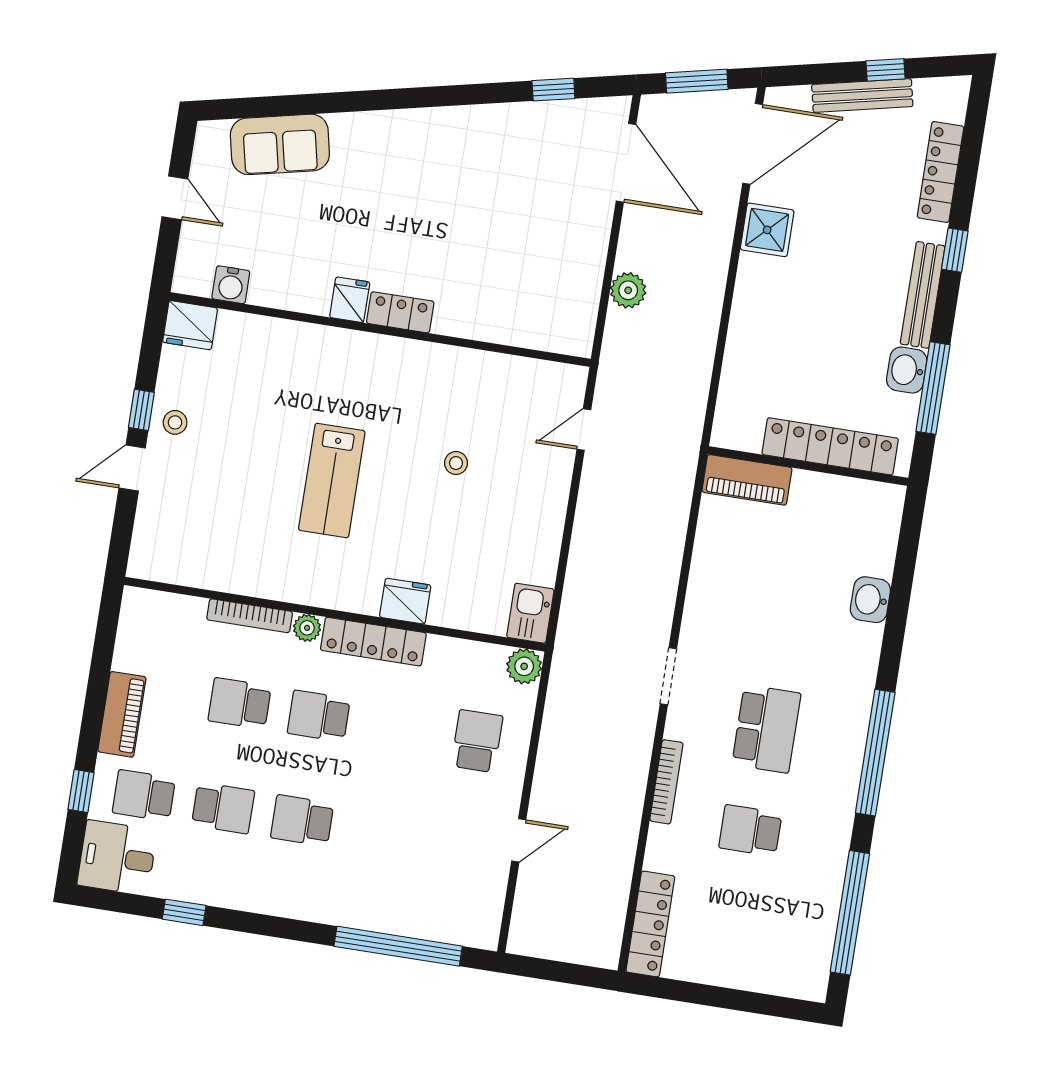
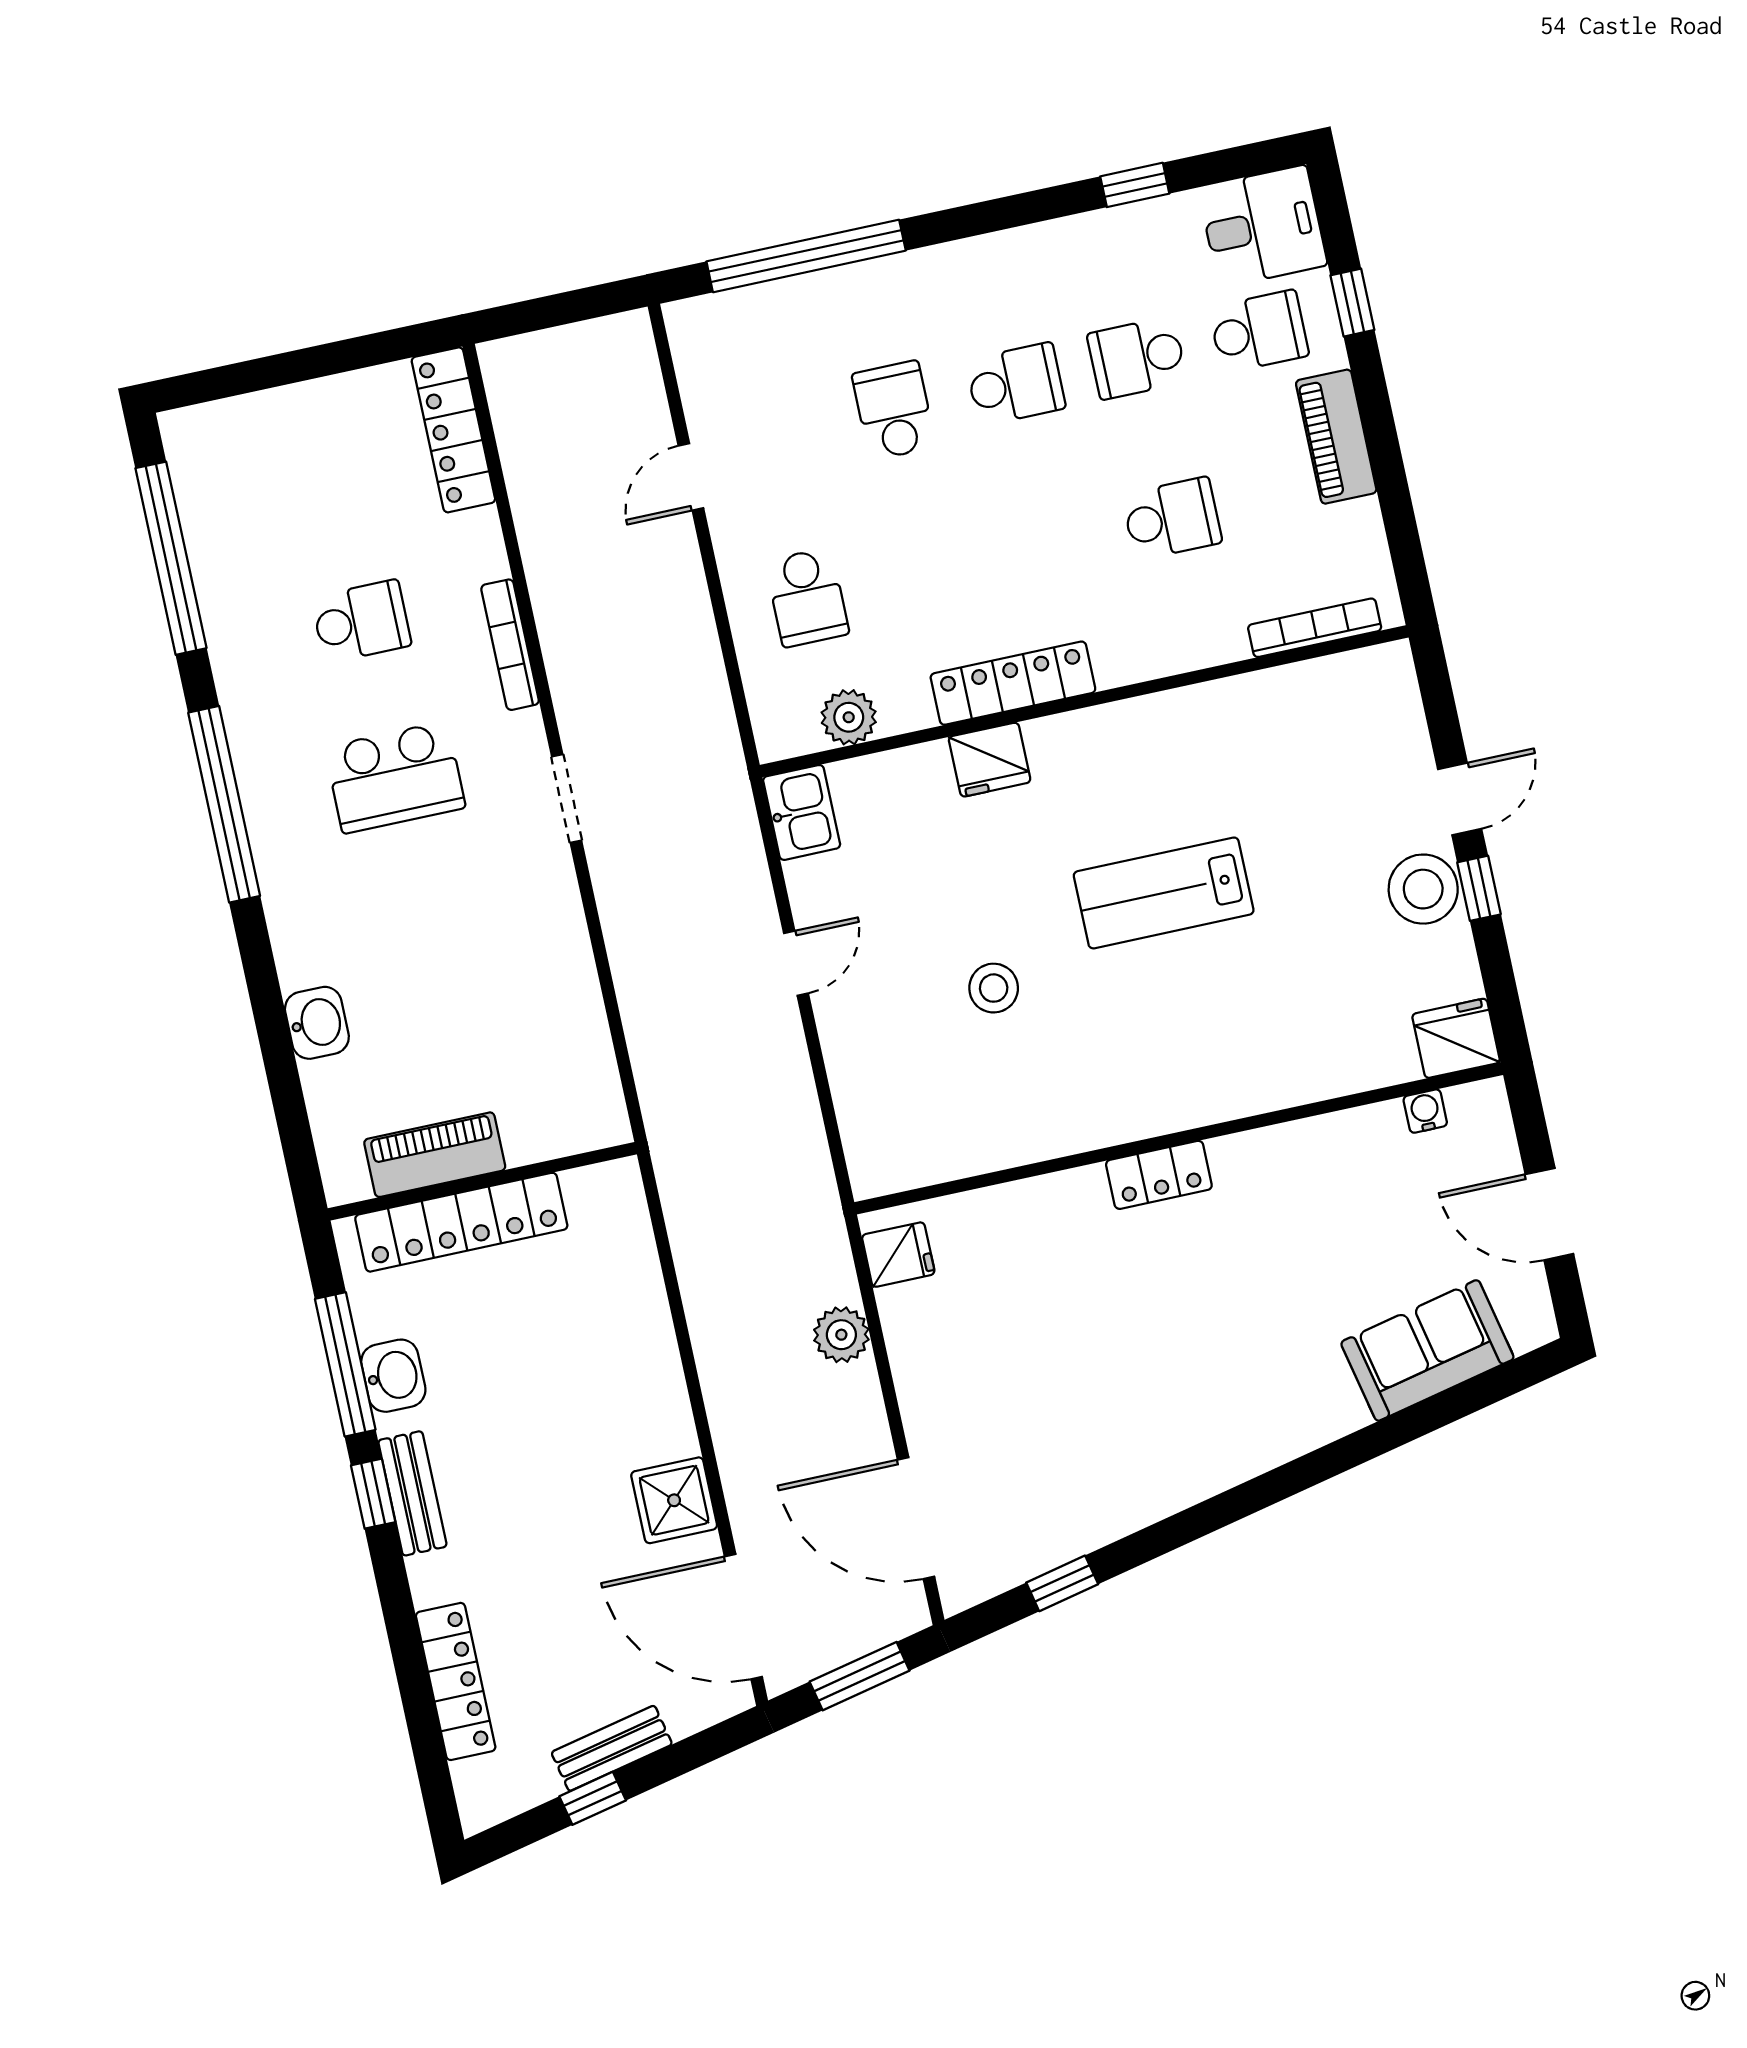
bench: (862, 95) -> (612, 1748), width x0.73
door: (753, 144) -> (743, 1617), hinge flipped
door: (175, 198) -> (1549, 1214), width x1.37
window: (955, 250) -> (373, 1494), moved
water cooler: (231, 285) -> (1425, 1111), width x0.72, depth x0.72
bench: (923, 295) -> (412, 1493), width x0.73
fridge: (350, 300) -> (898, 1255), moved, turned -90
stool: (175, 422) -> (1423, 889), width x1.89, depth x1.89
door: (584, 430) -> (796, 963), moved
stool: (456, 463) -> (994, 988), width x1.37, depth x1.37
piano: (747, 480) -> (435, 1155), moved
lab bench: (332, 481) -> (1164, 893), turned -90
bookcase: (250, 616) -> (1315, 628), moved
plant: (307, 628) -> (1117, 666), removed
plant: (524, 666) -> (849, 717), moved
school desk: (319, 716) -> (894, 410), moved, turned -90
school desk: (766, 729) -> (395, 777), turned -90

